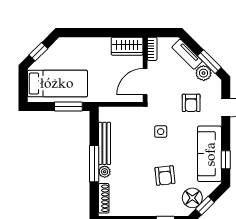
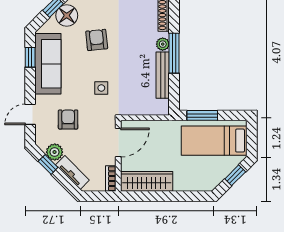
wardrobe: (127, 46) -> (147, 181), width x1.50
window: (209, 62) -> (48, 164), width x0.67

